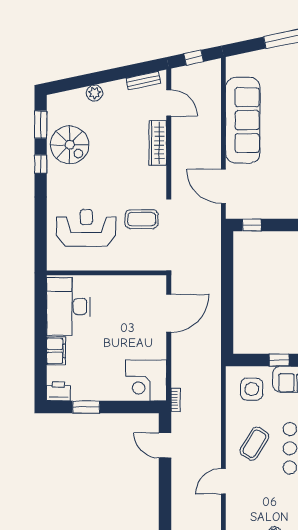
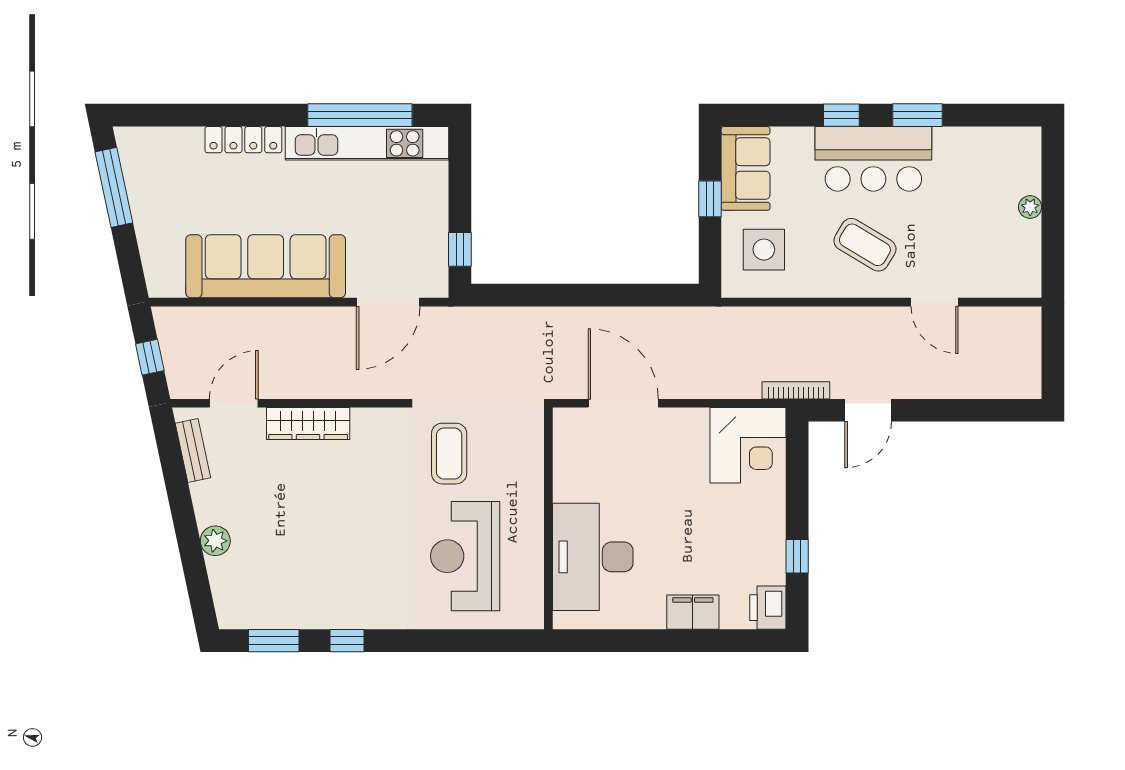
spiral stairs: (70, 145) -> (311, 587), removed
desk: (68, 307) -> (593, 557), moved, turned 90
bookcase: (176, 400) -> (796, 390), width x1.56
window: (86, 407) -> (797, 556), width x0.67

